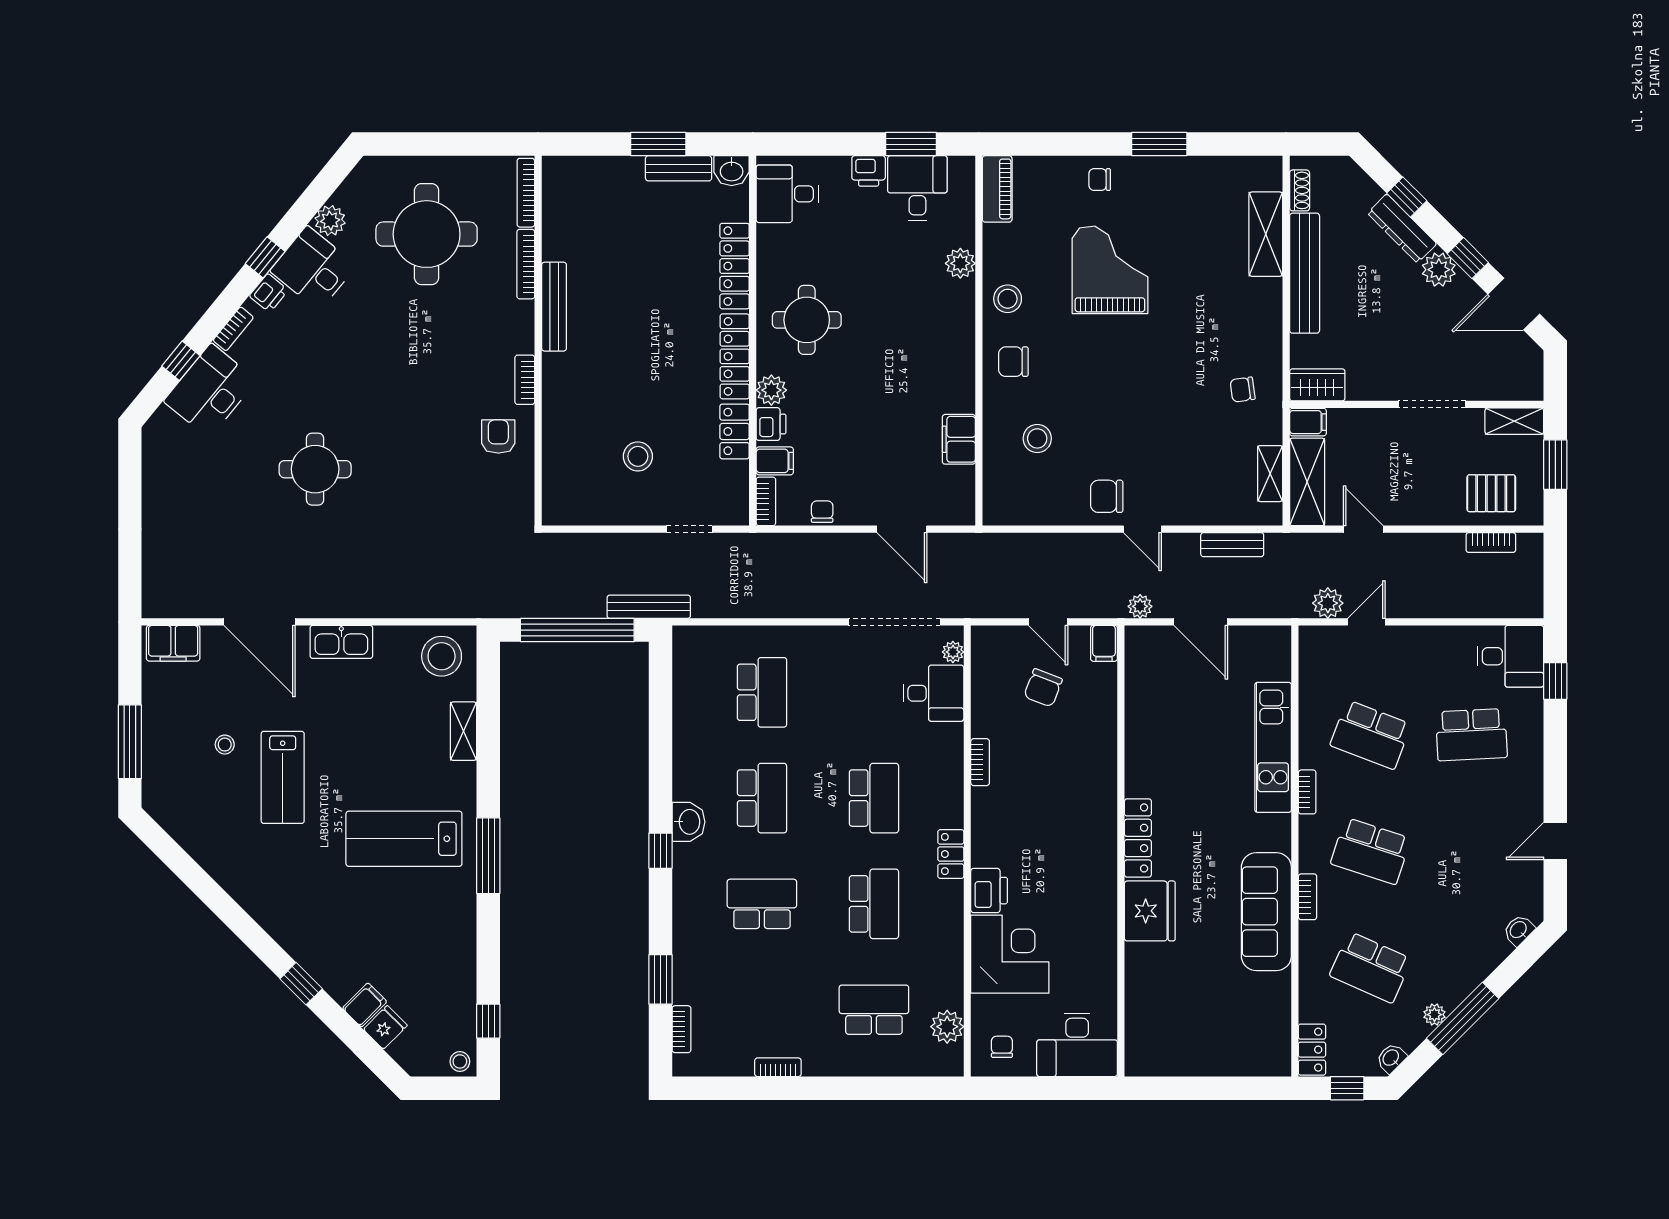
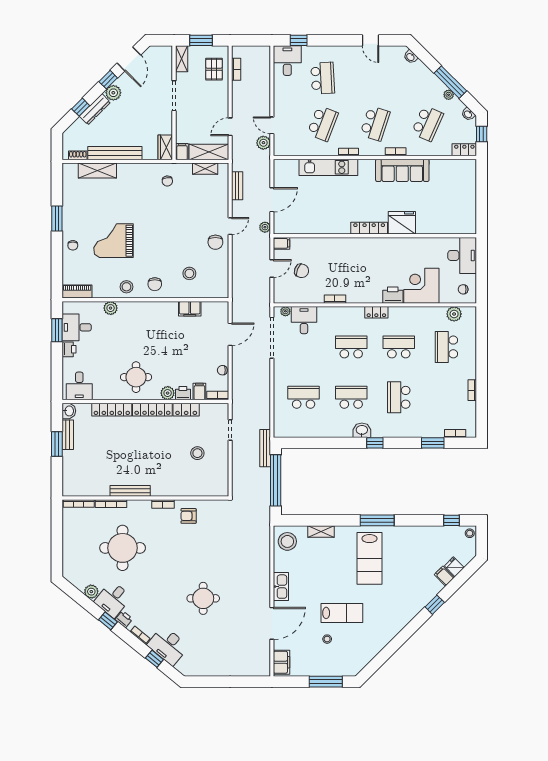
round table: (427, 234) -> (123, 548), moved

